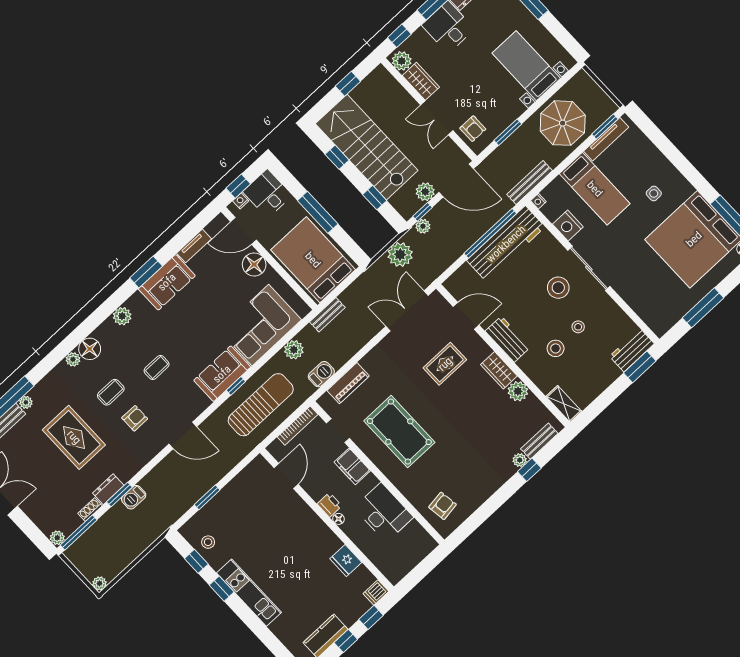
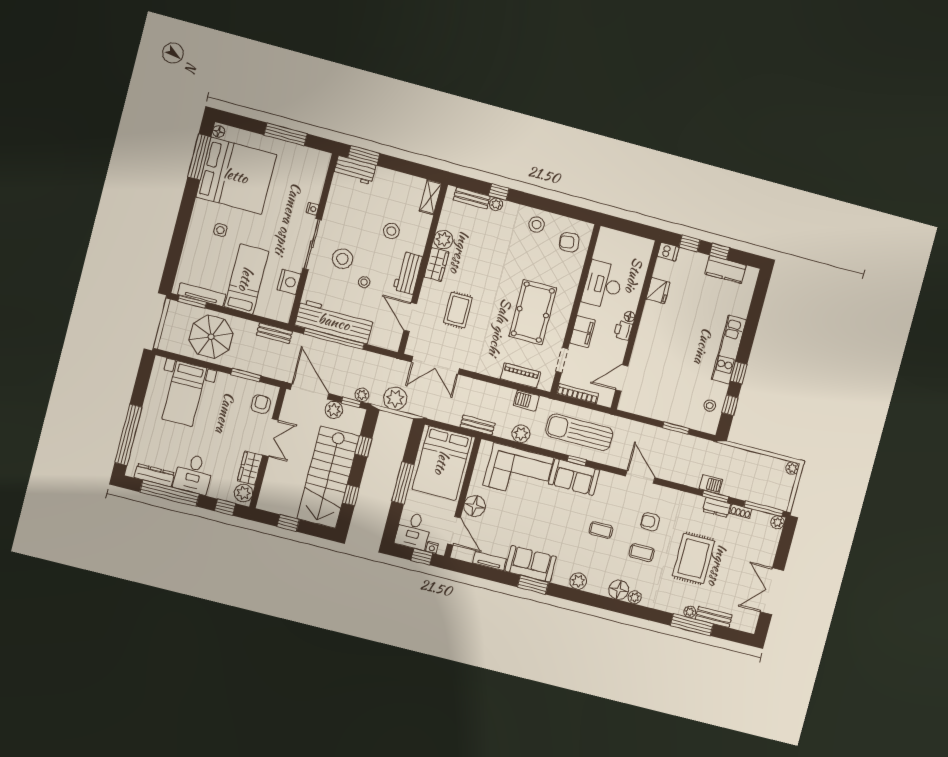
bench: (530, 182) -> (274, 333), width x0.73
nightstand: (538, 201) -> (313, 209), moved
stool: (578, 327) -> (364, 282), moved
rug: (445, 364) -> (458, 310), turned 90
stool: (478, 486) -> (537, 225), added

